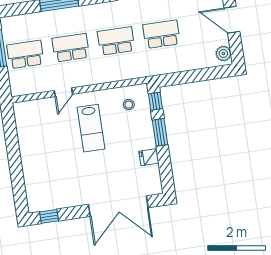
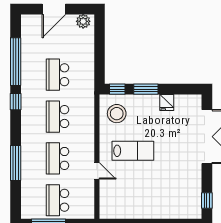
stool: (129, 105) -> (117, 114), width x1.89, depth x1.89

